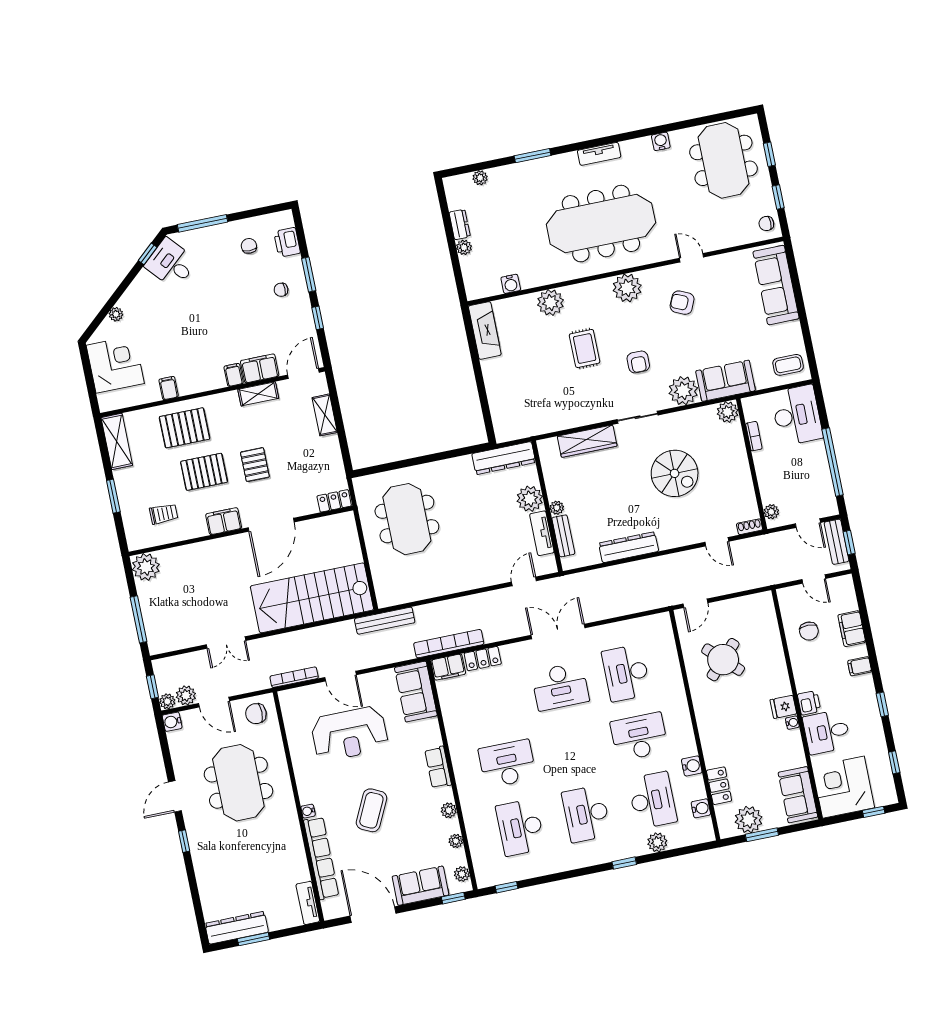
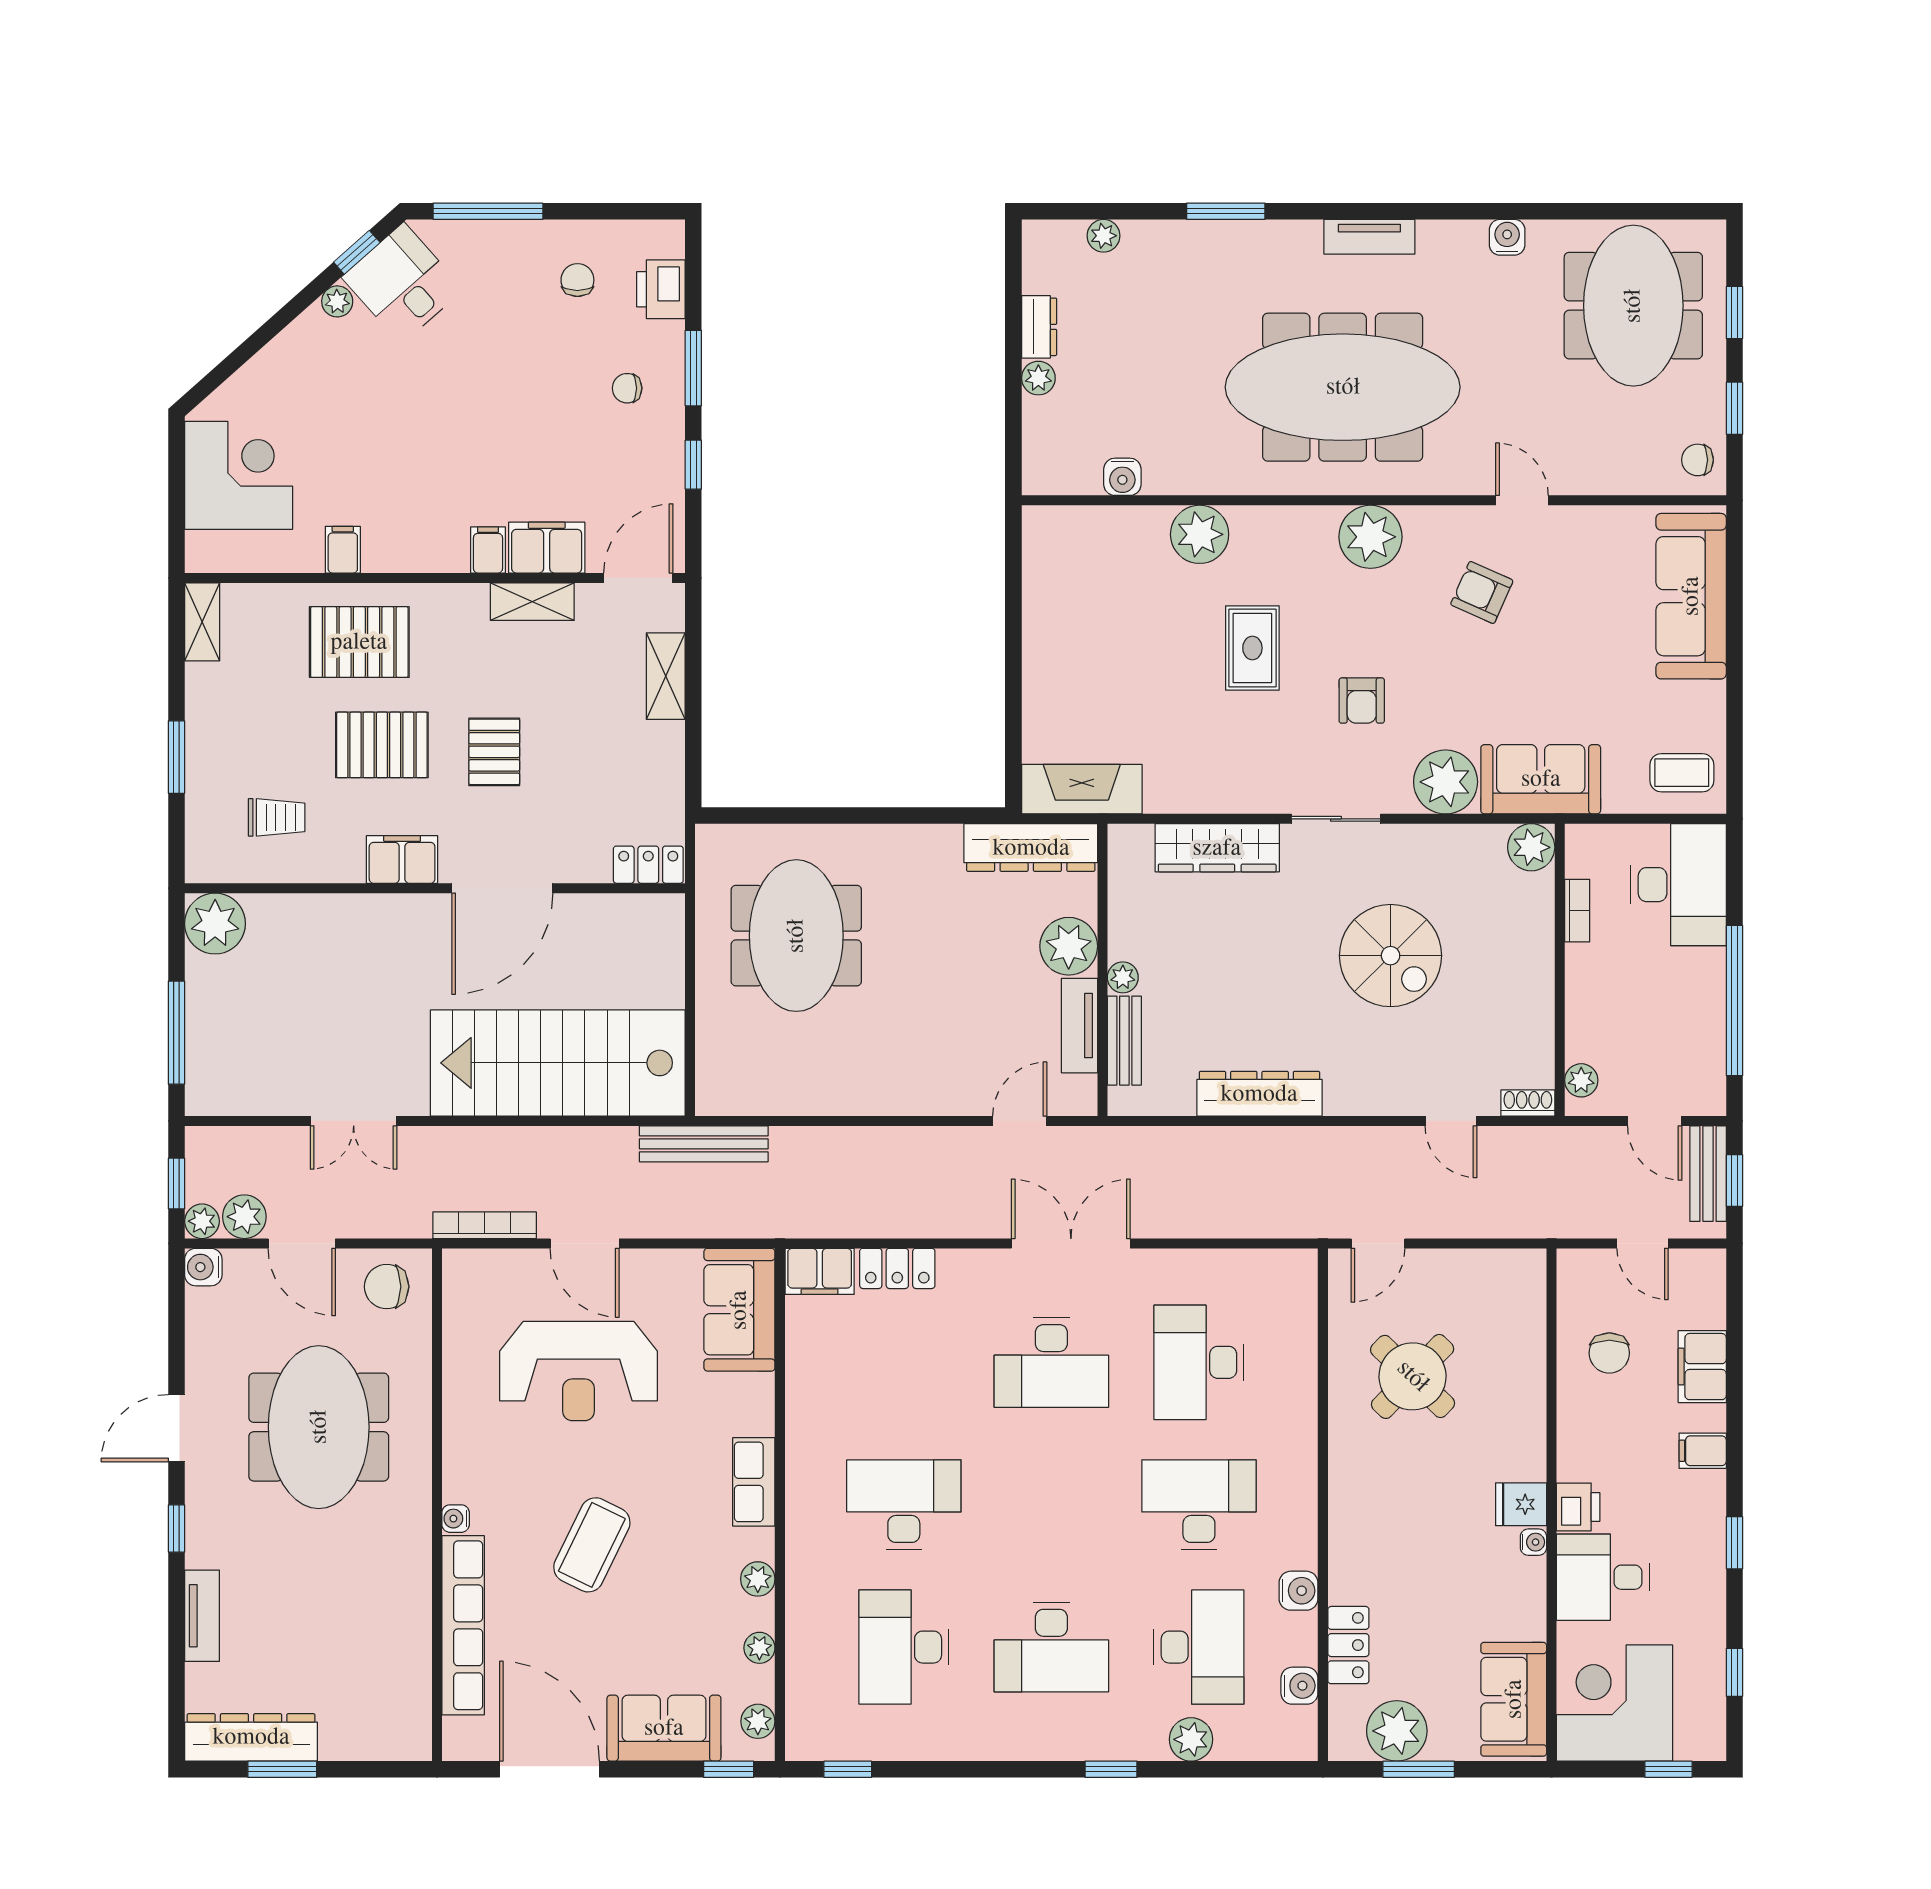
plant: (116, 314) -> (337, 301), moved
fireplace: (485, 331) -> (1082, 789), moved, turned -90
shelving: (117, 441) -> (202, 622), width x0.67, depth x0.75
bookcase: (449, 644) -> (831, 1221), removed
desk: (586, 814) -> (1051, 1647), turned -90
tv unit: (308, 903) -> (202, 1616), moved, turned 180

